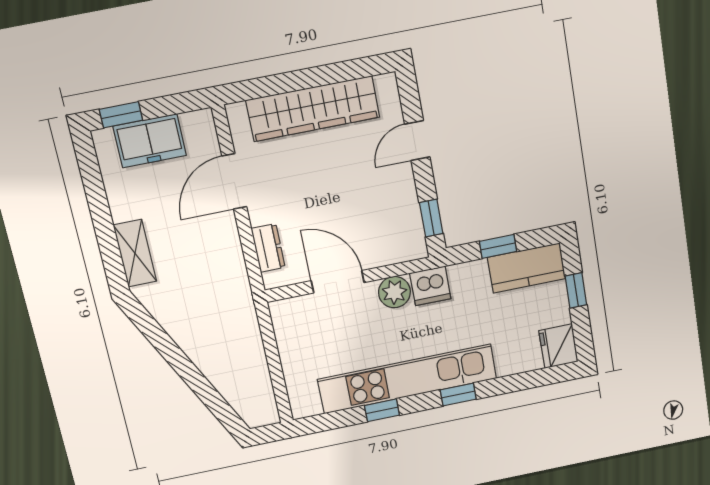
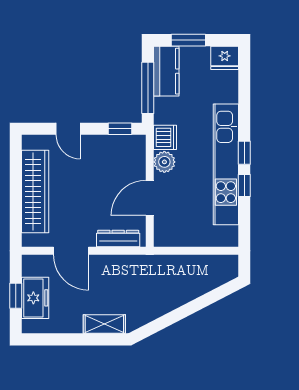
window: (121, 115) -> (16, 296), moved
window: (498, 246) -> (148, 88), width x2.17
dresser: (268, 248) -> (118, 238), width x1.44
window: (576, 290) -> (188, 40), width x1.50
window: (458, 395) -> (244, 153), moved

